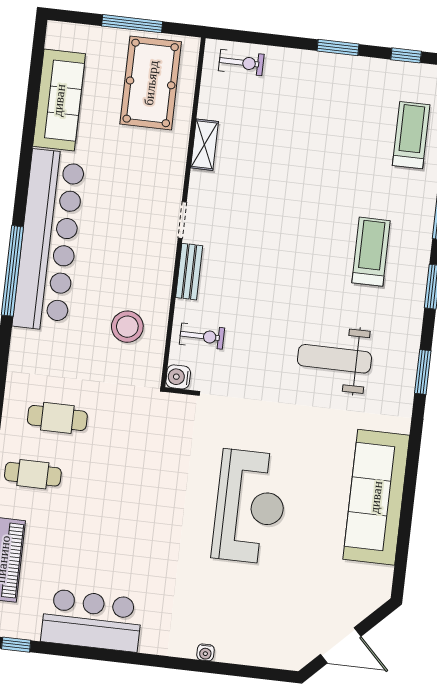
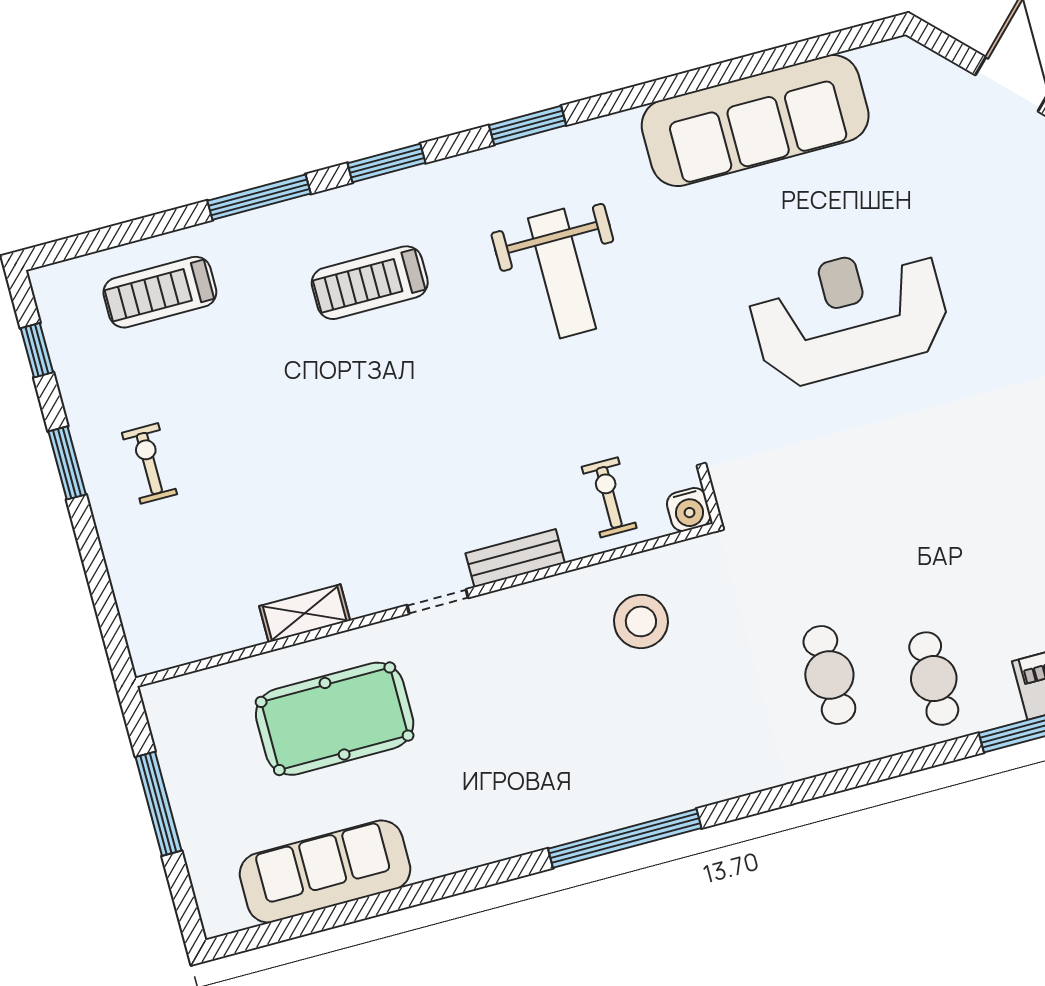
exercise bike: (241, 63) -> (149, 463), moved
pool table: (151, 83) -> (335, 719), moved
bar counter: (49, 240) -> (554, 800), removed

